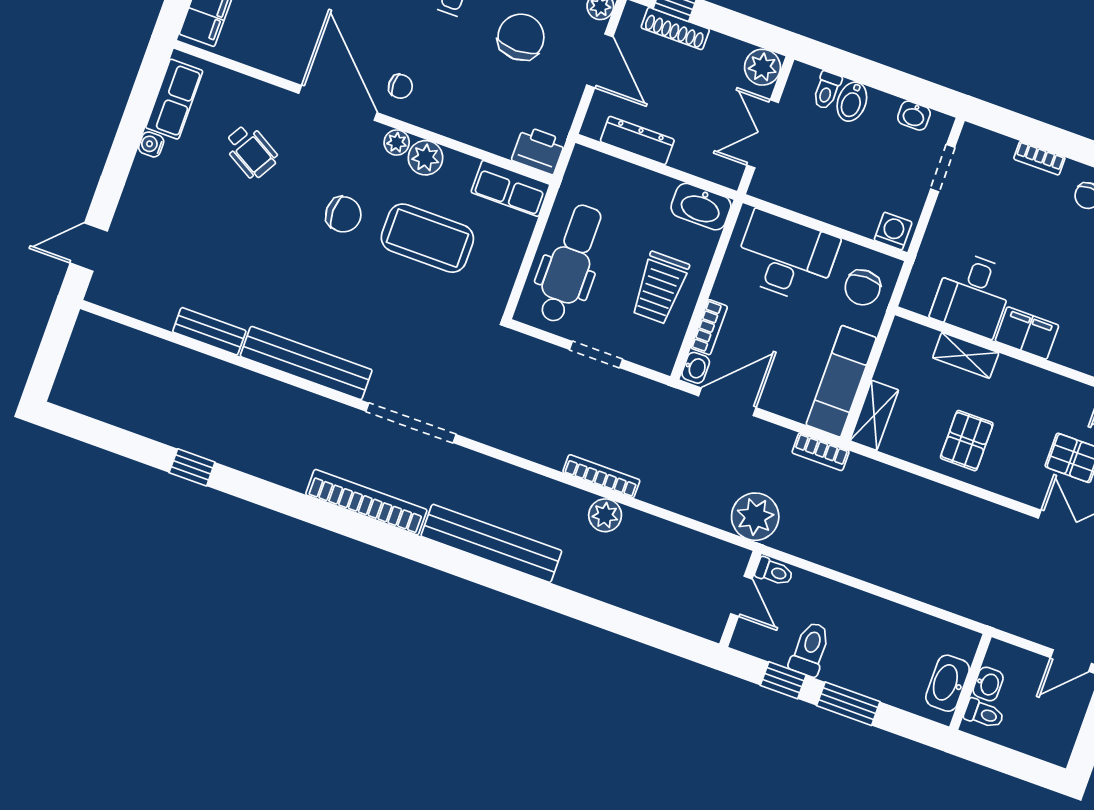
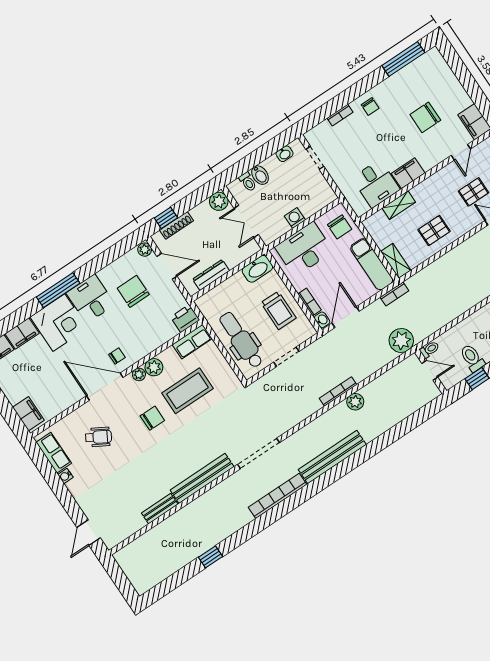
washing machine: (893, 231) -> (295, 218), moved
pallet: (967, 441) -> (434, 231), turned 90

